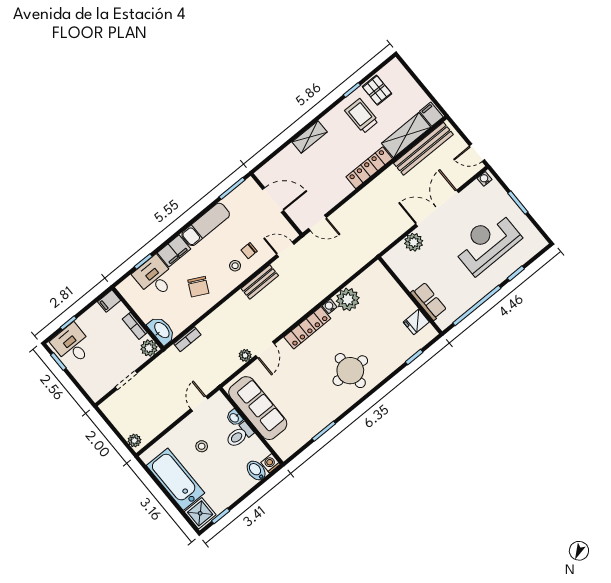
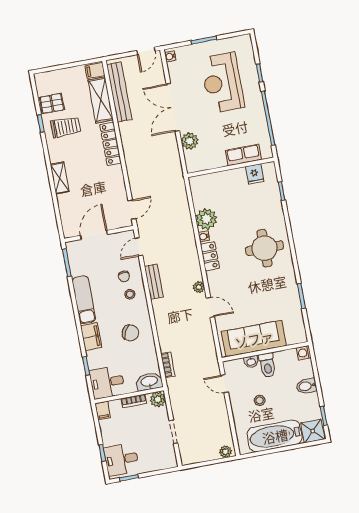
trolley: (362, 116) -> (66, 127), turned 180
desk: (155, 277) -> (107, 382), moved
locker: (307, 328) -> (210, 256), width x0.66
plant: (245, 355) -> (199, 287), moved
bidet: (256, 470) -> (306, 386), moved

